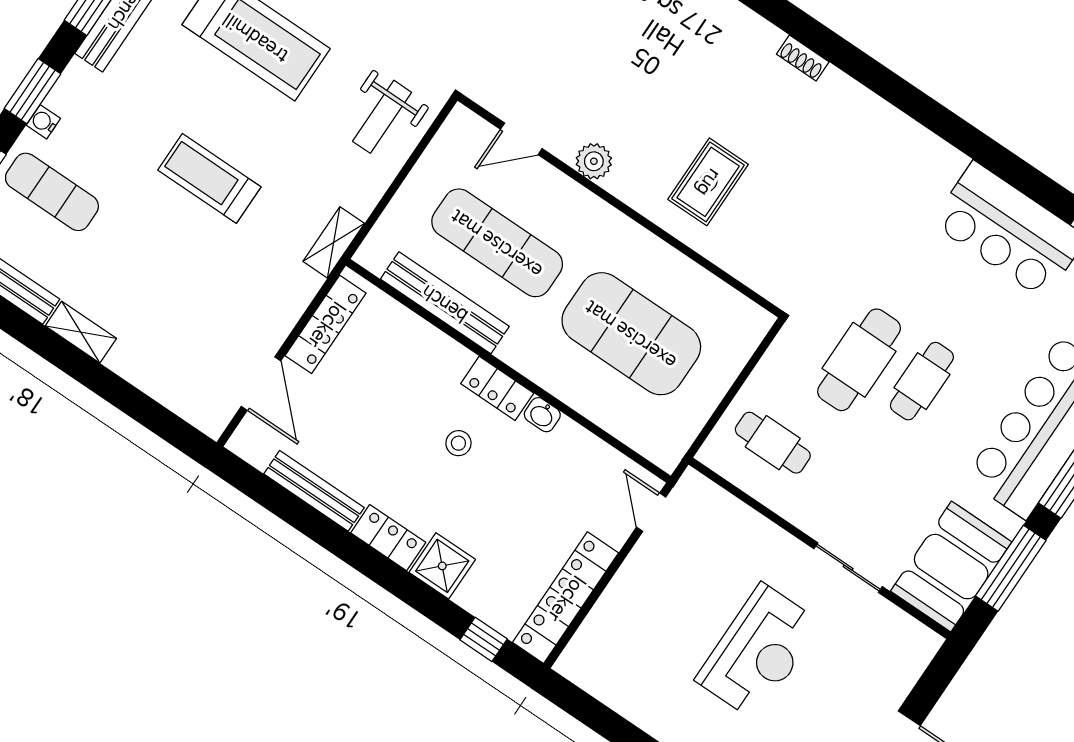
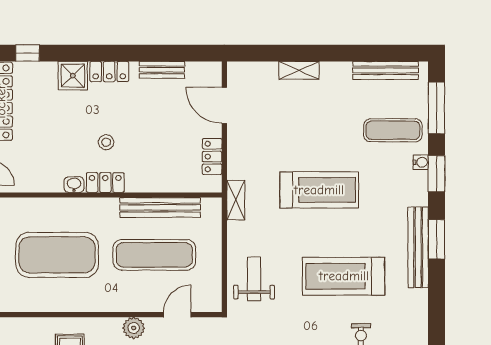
treadmill: (209, 178) -> (319, 190), width x1.37, depth x1.38
locker: (326, 324) -> (212, 157), width x0.66
shelving: (81, 332) -> (299, 70), moved
bench: (314, 491) -> (162, 70), width x0.73

